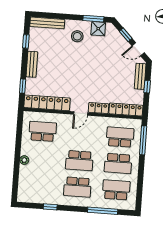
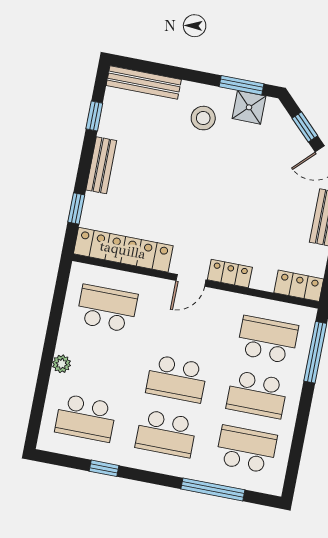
locker: (126, 110) -> (299, 286), width x0.66
school desk: (39, 184) -> (86, 418), added

